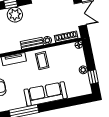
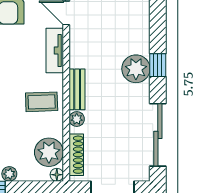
plant: (68, 51) -> (49, 152), added

